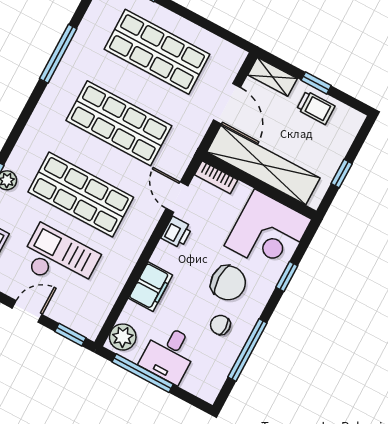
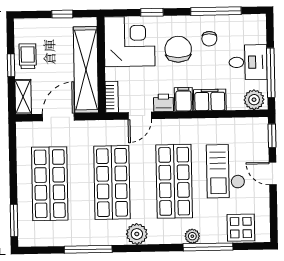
plant: (45, 119) -> (137, 234), added
filing cabinet: (168, 257) -> (183, 99), added

